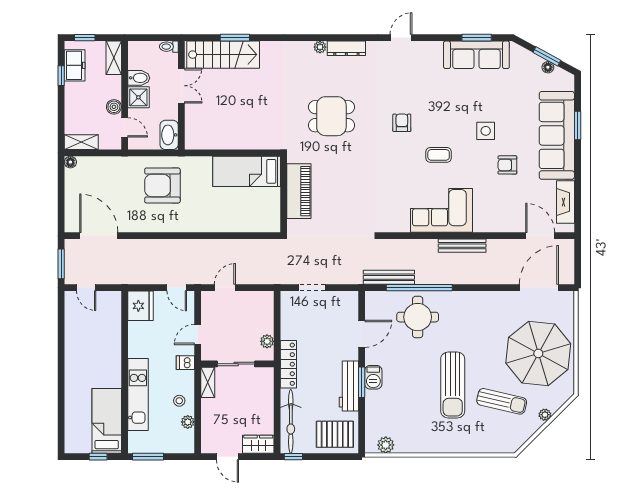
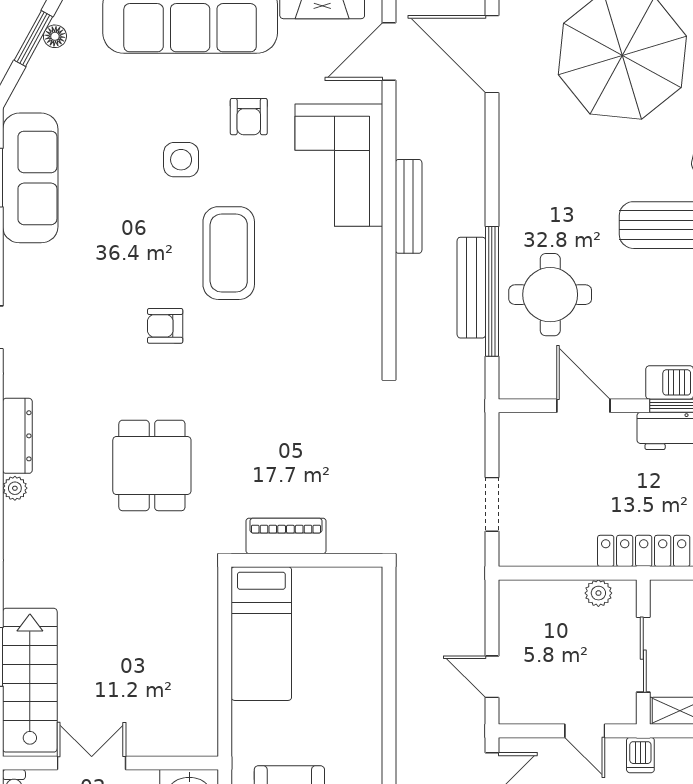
coffee table: (439, 155) -> (229, 253), width x1.86, depth x1.72
piano: (299, 191) -> (286, 536), width x0.73, depth x0.75
corner sofa: (441, 210) -> (339, 165), moved
bench: (389, 277) -> (471, 288), moved

